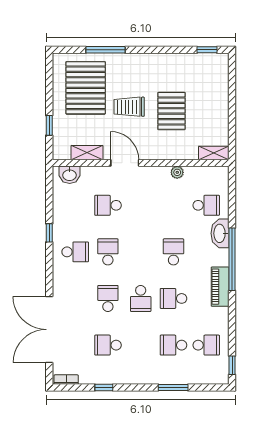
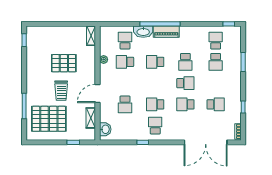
school desk: (173, 205) -> (125, 62), added
piano: (220, 287) -> (166, 32), moved
school desk: (108, 345) -> (216, 104), turned -90

